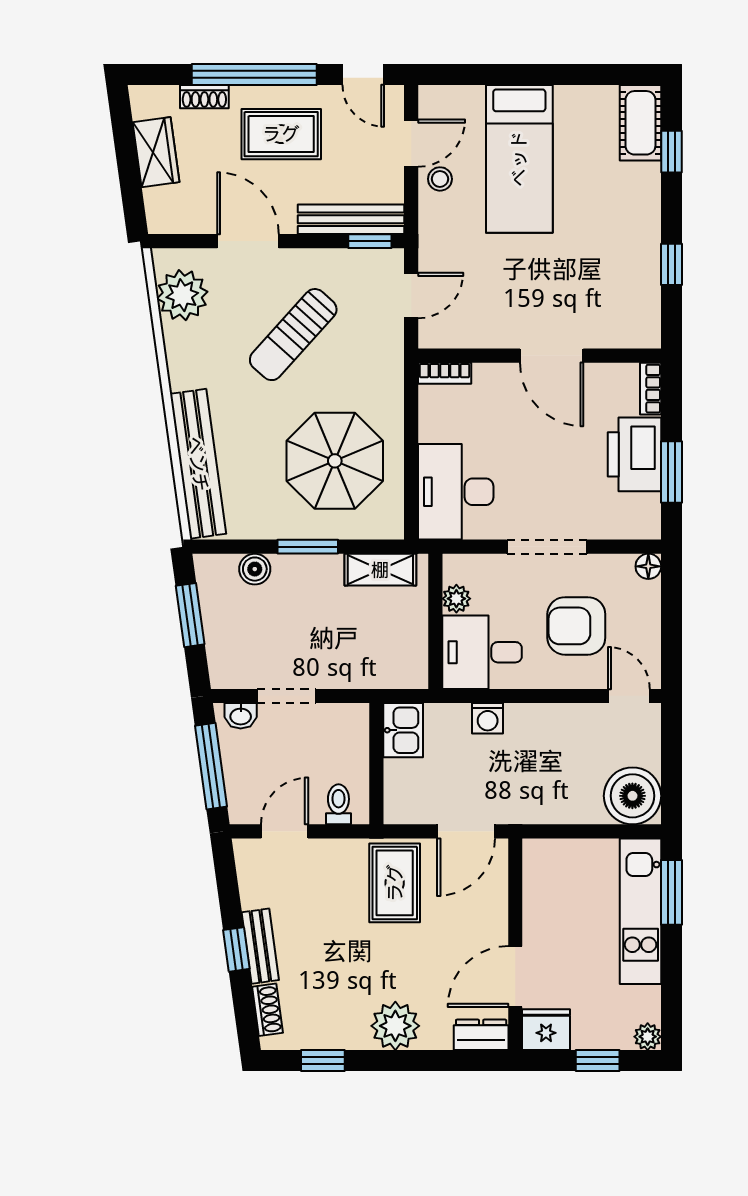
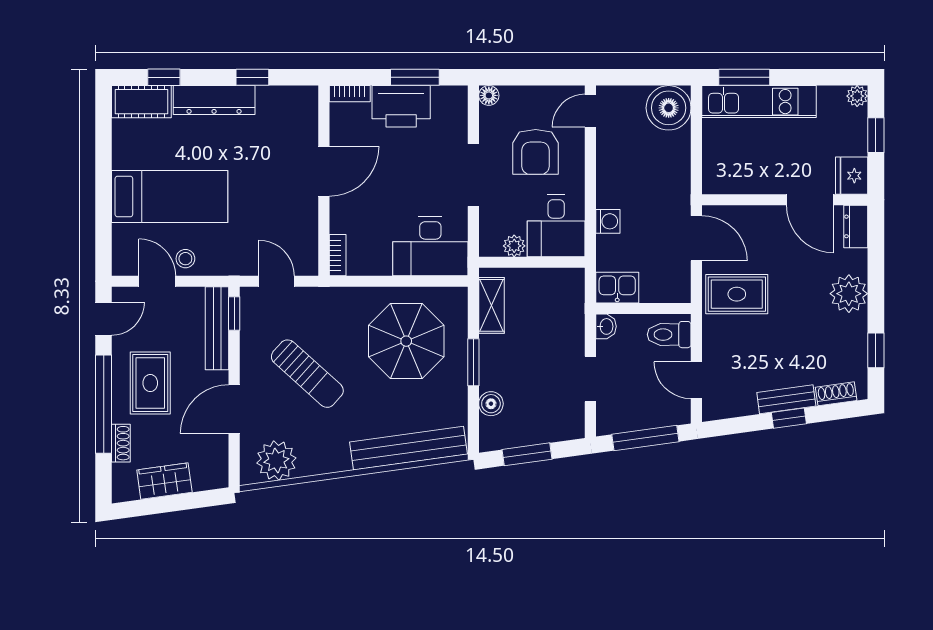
dresser: (642, 216) -> (214, 100), added
washbasin: (241, 716) -> (606, 326), moved
toilet: (338, 804) -> (669, 335), width x1.37, depth x1.39

